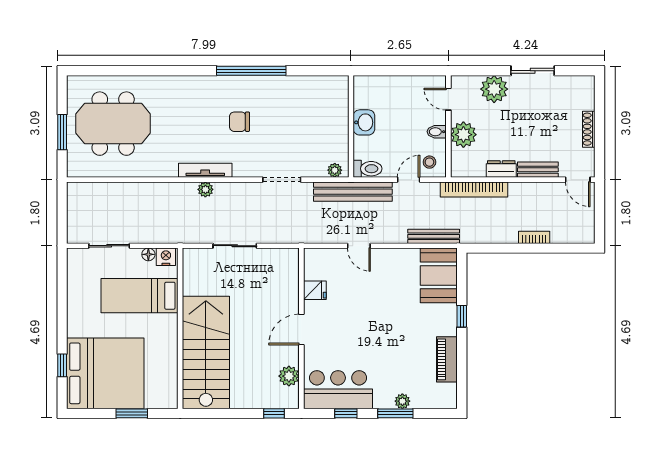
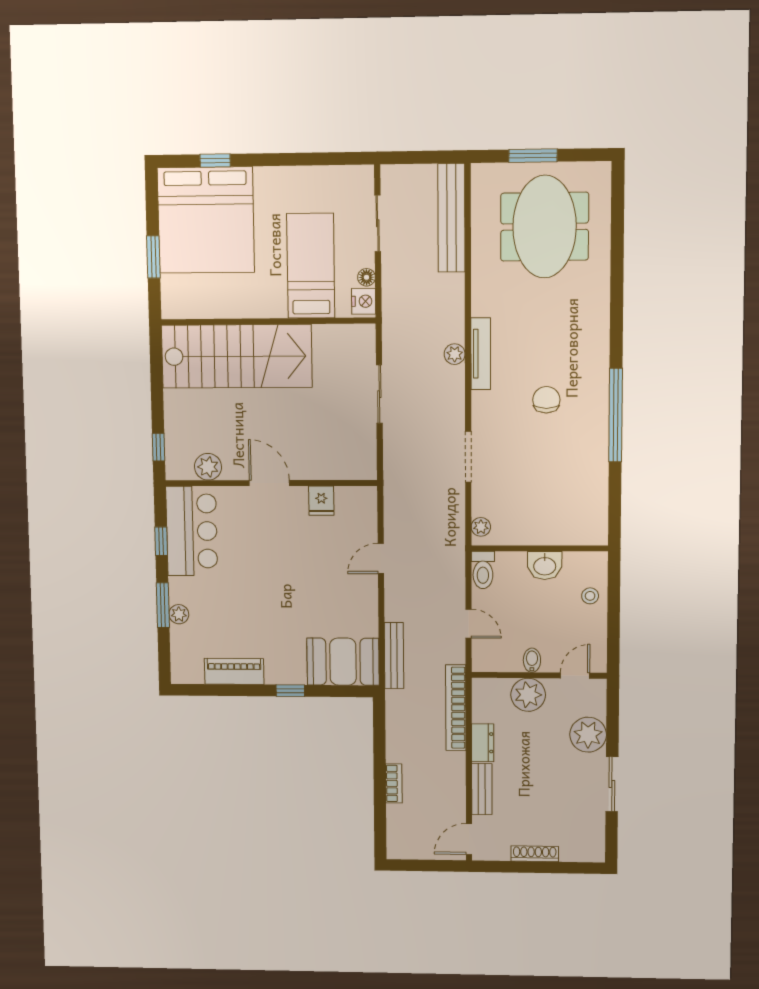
stool: (429, 162) -> (590, 596), moved
bench: (353, 192) -> (451, 218), moved

